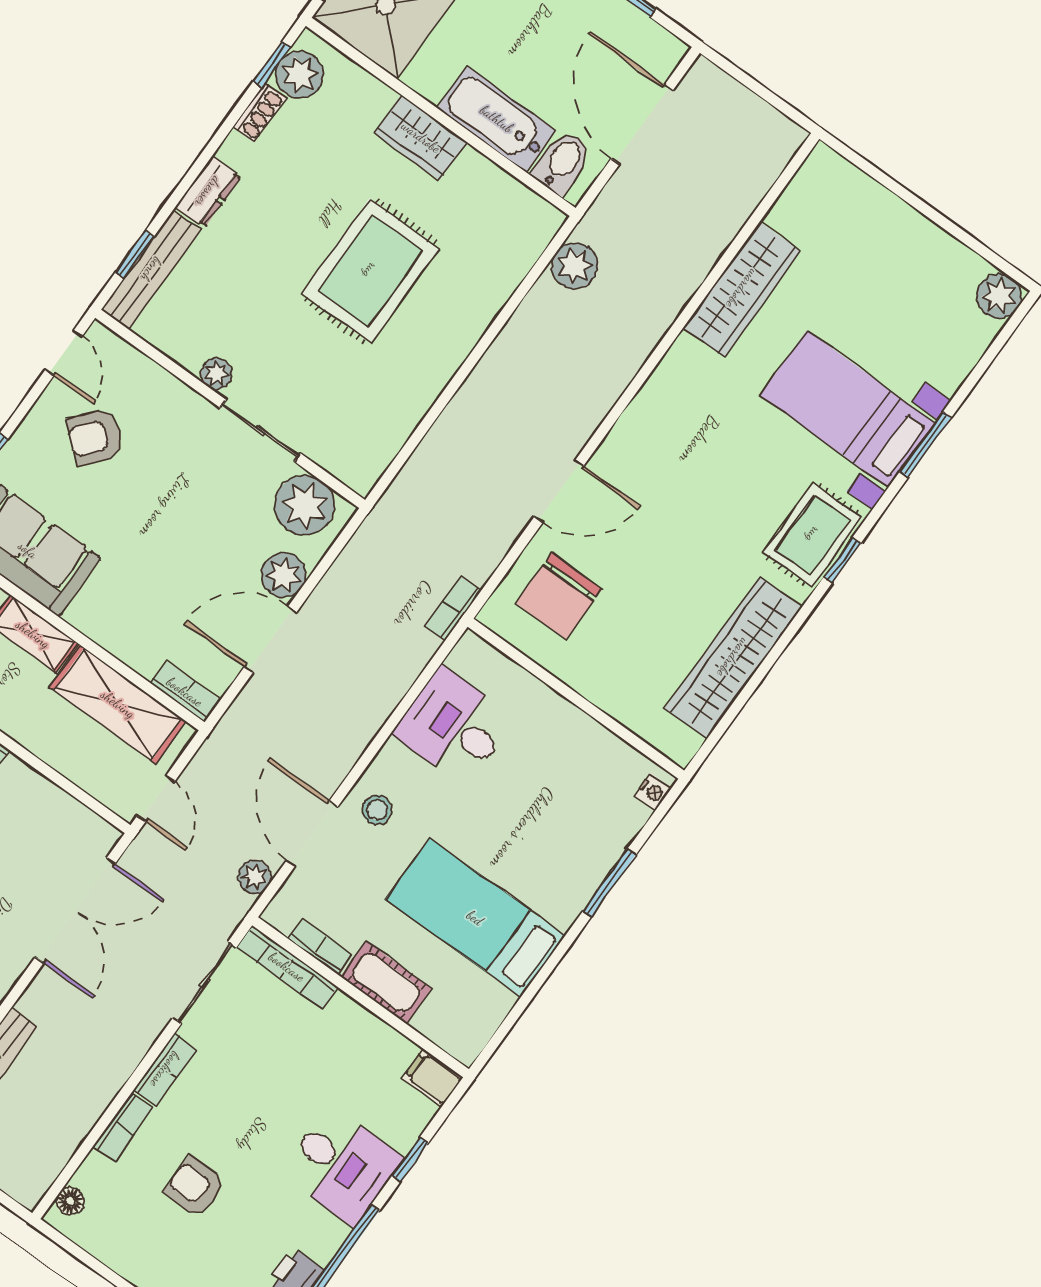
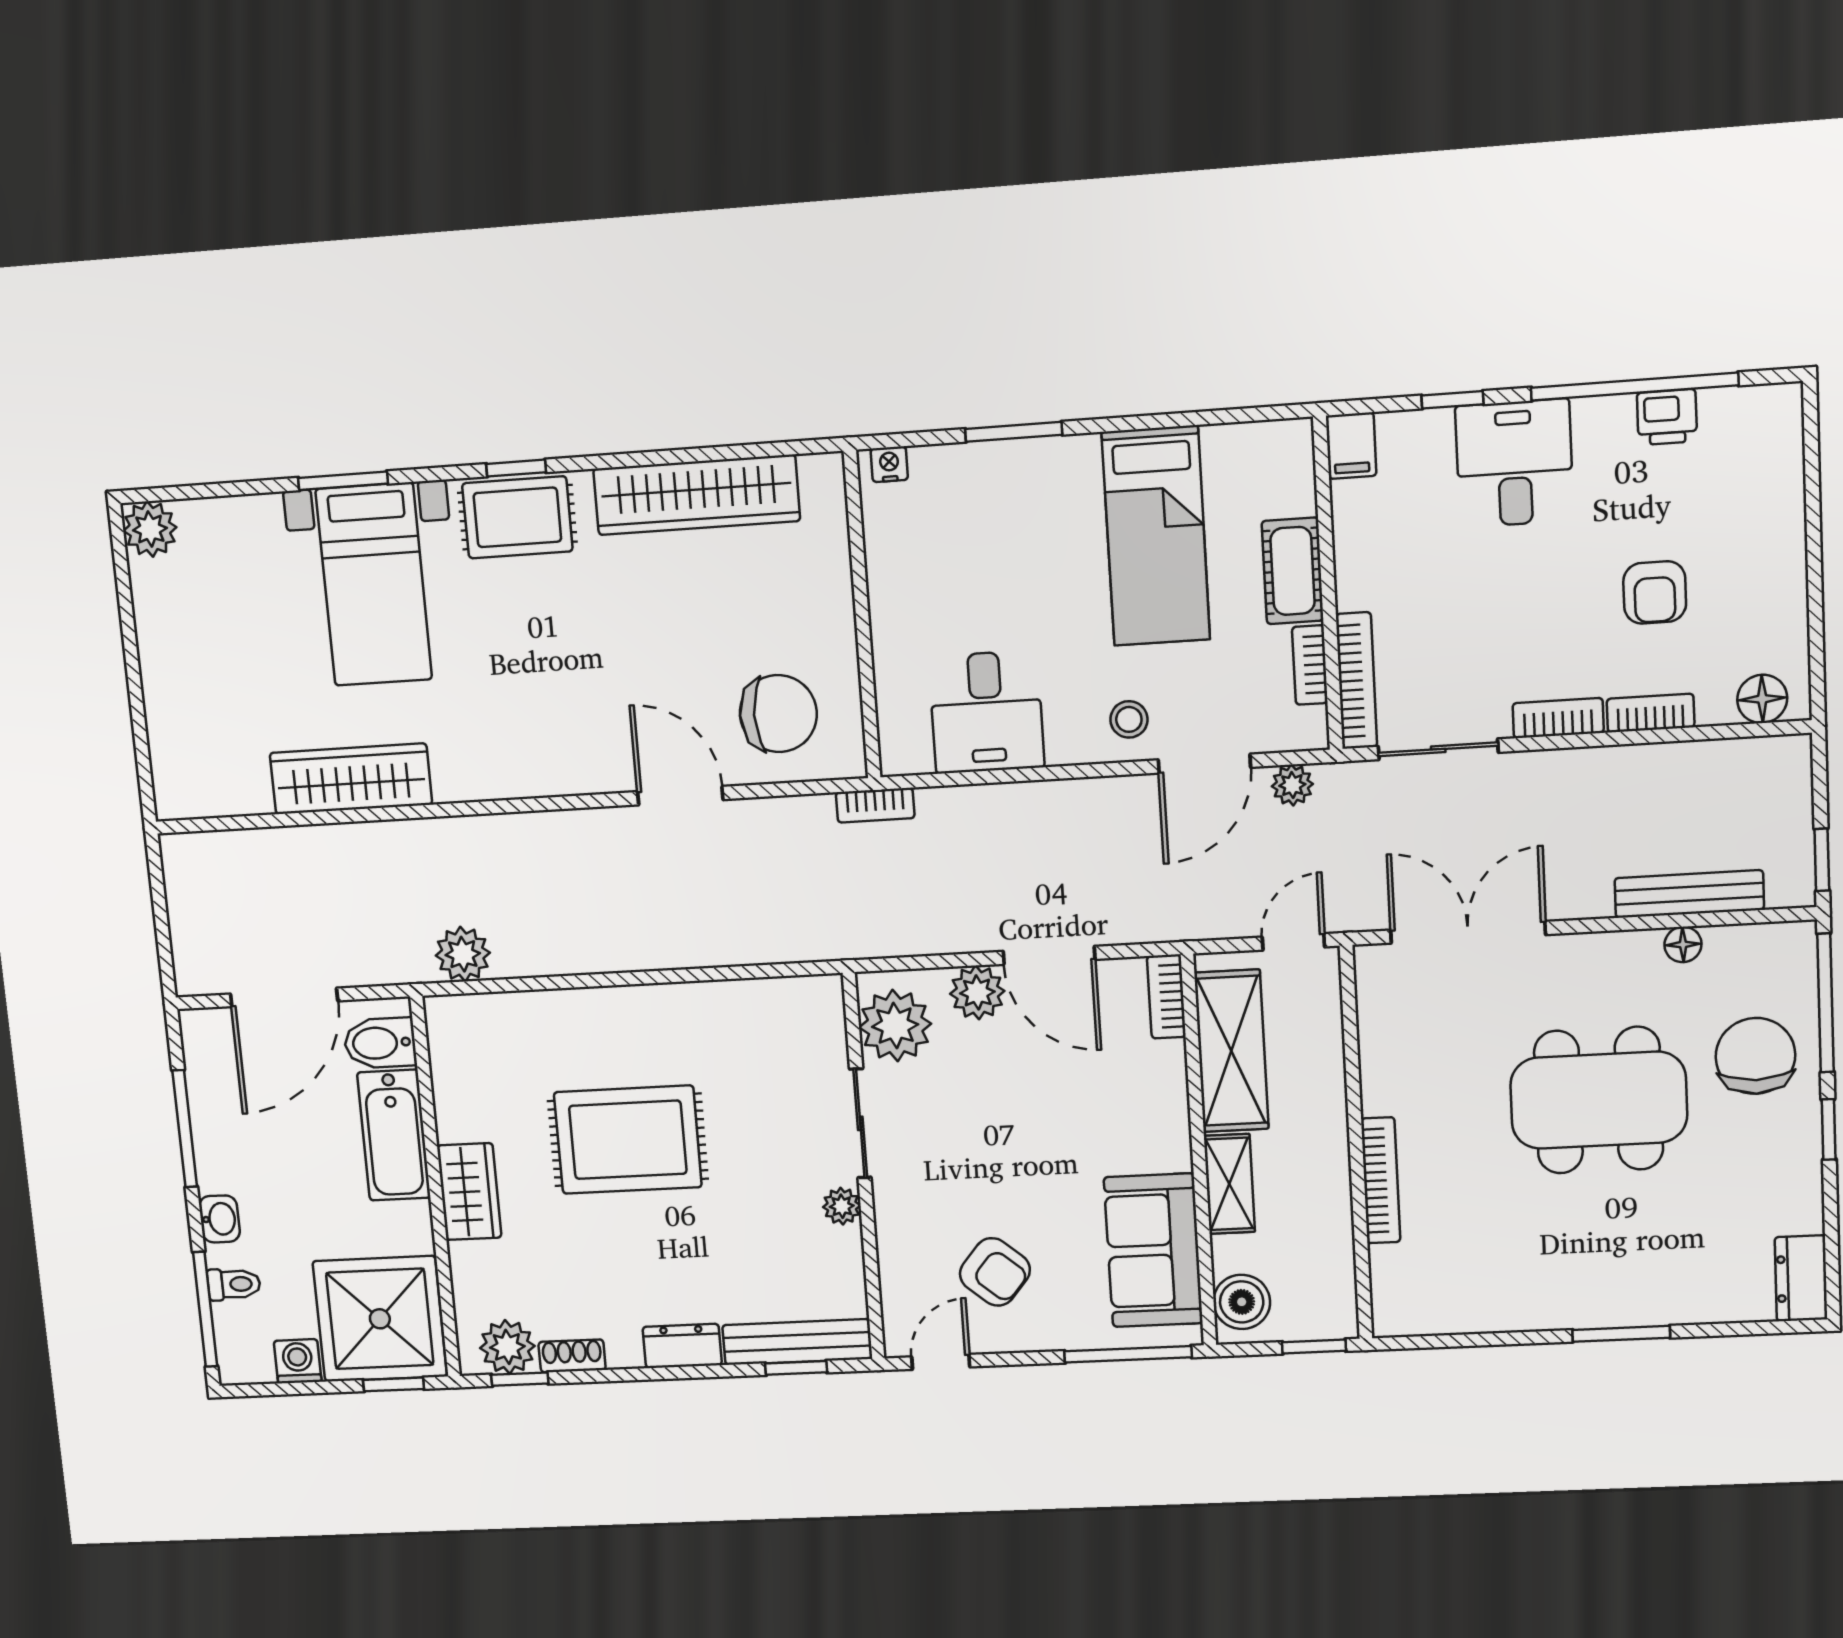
floor lamp: (70, 1201) -> (1762, 699), width x1.37, depth x1.37

